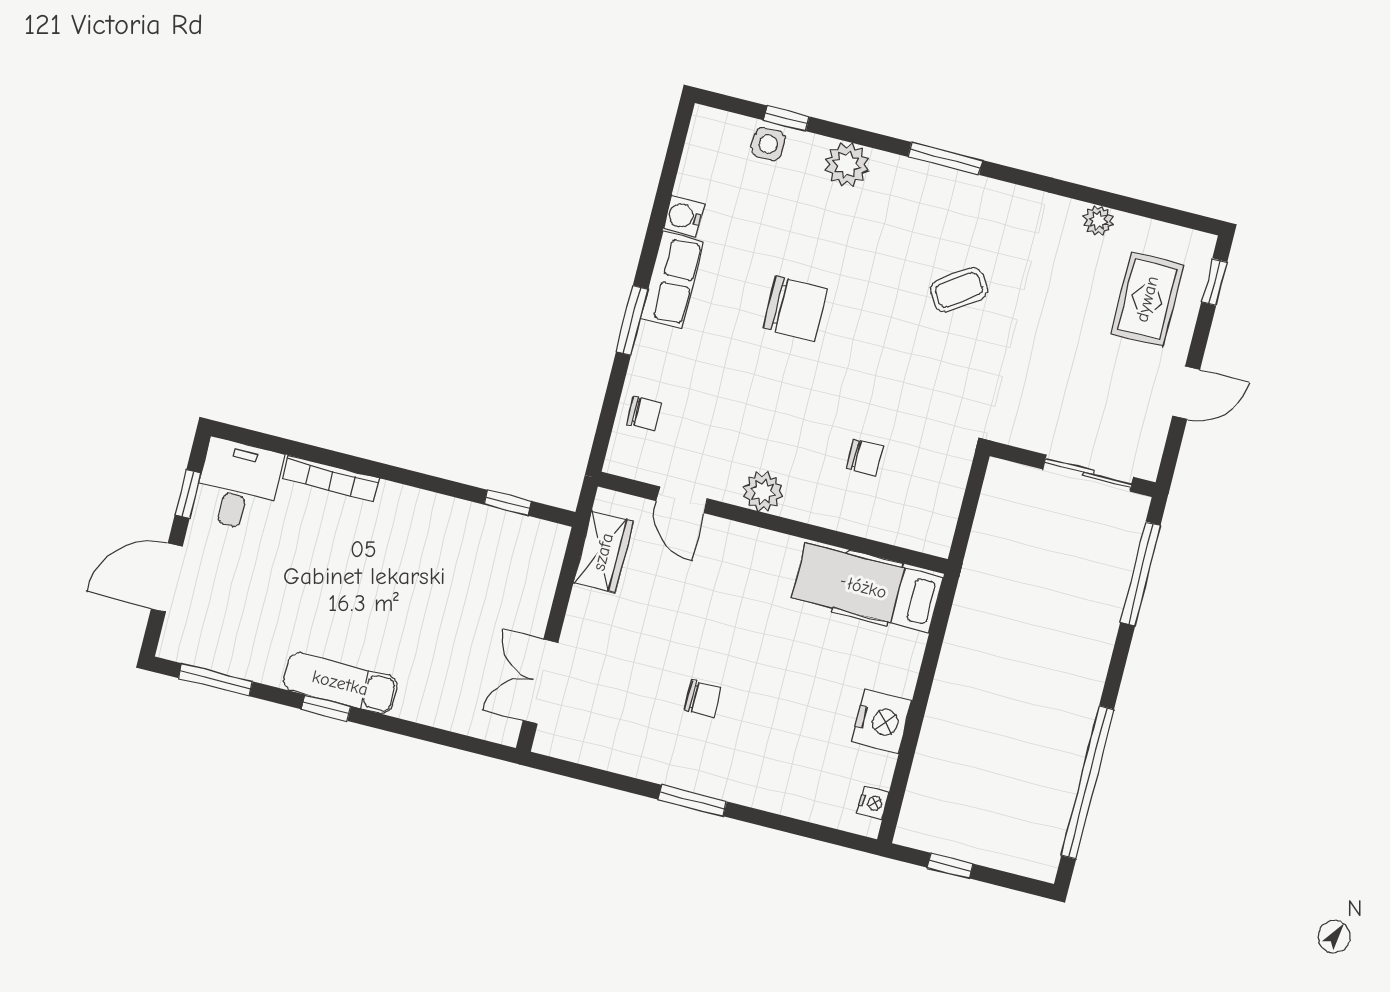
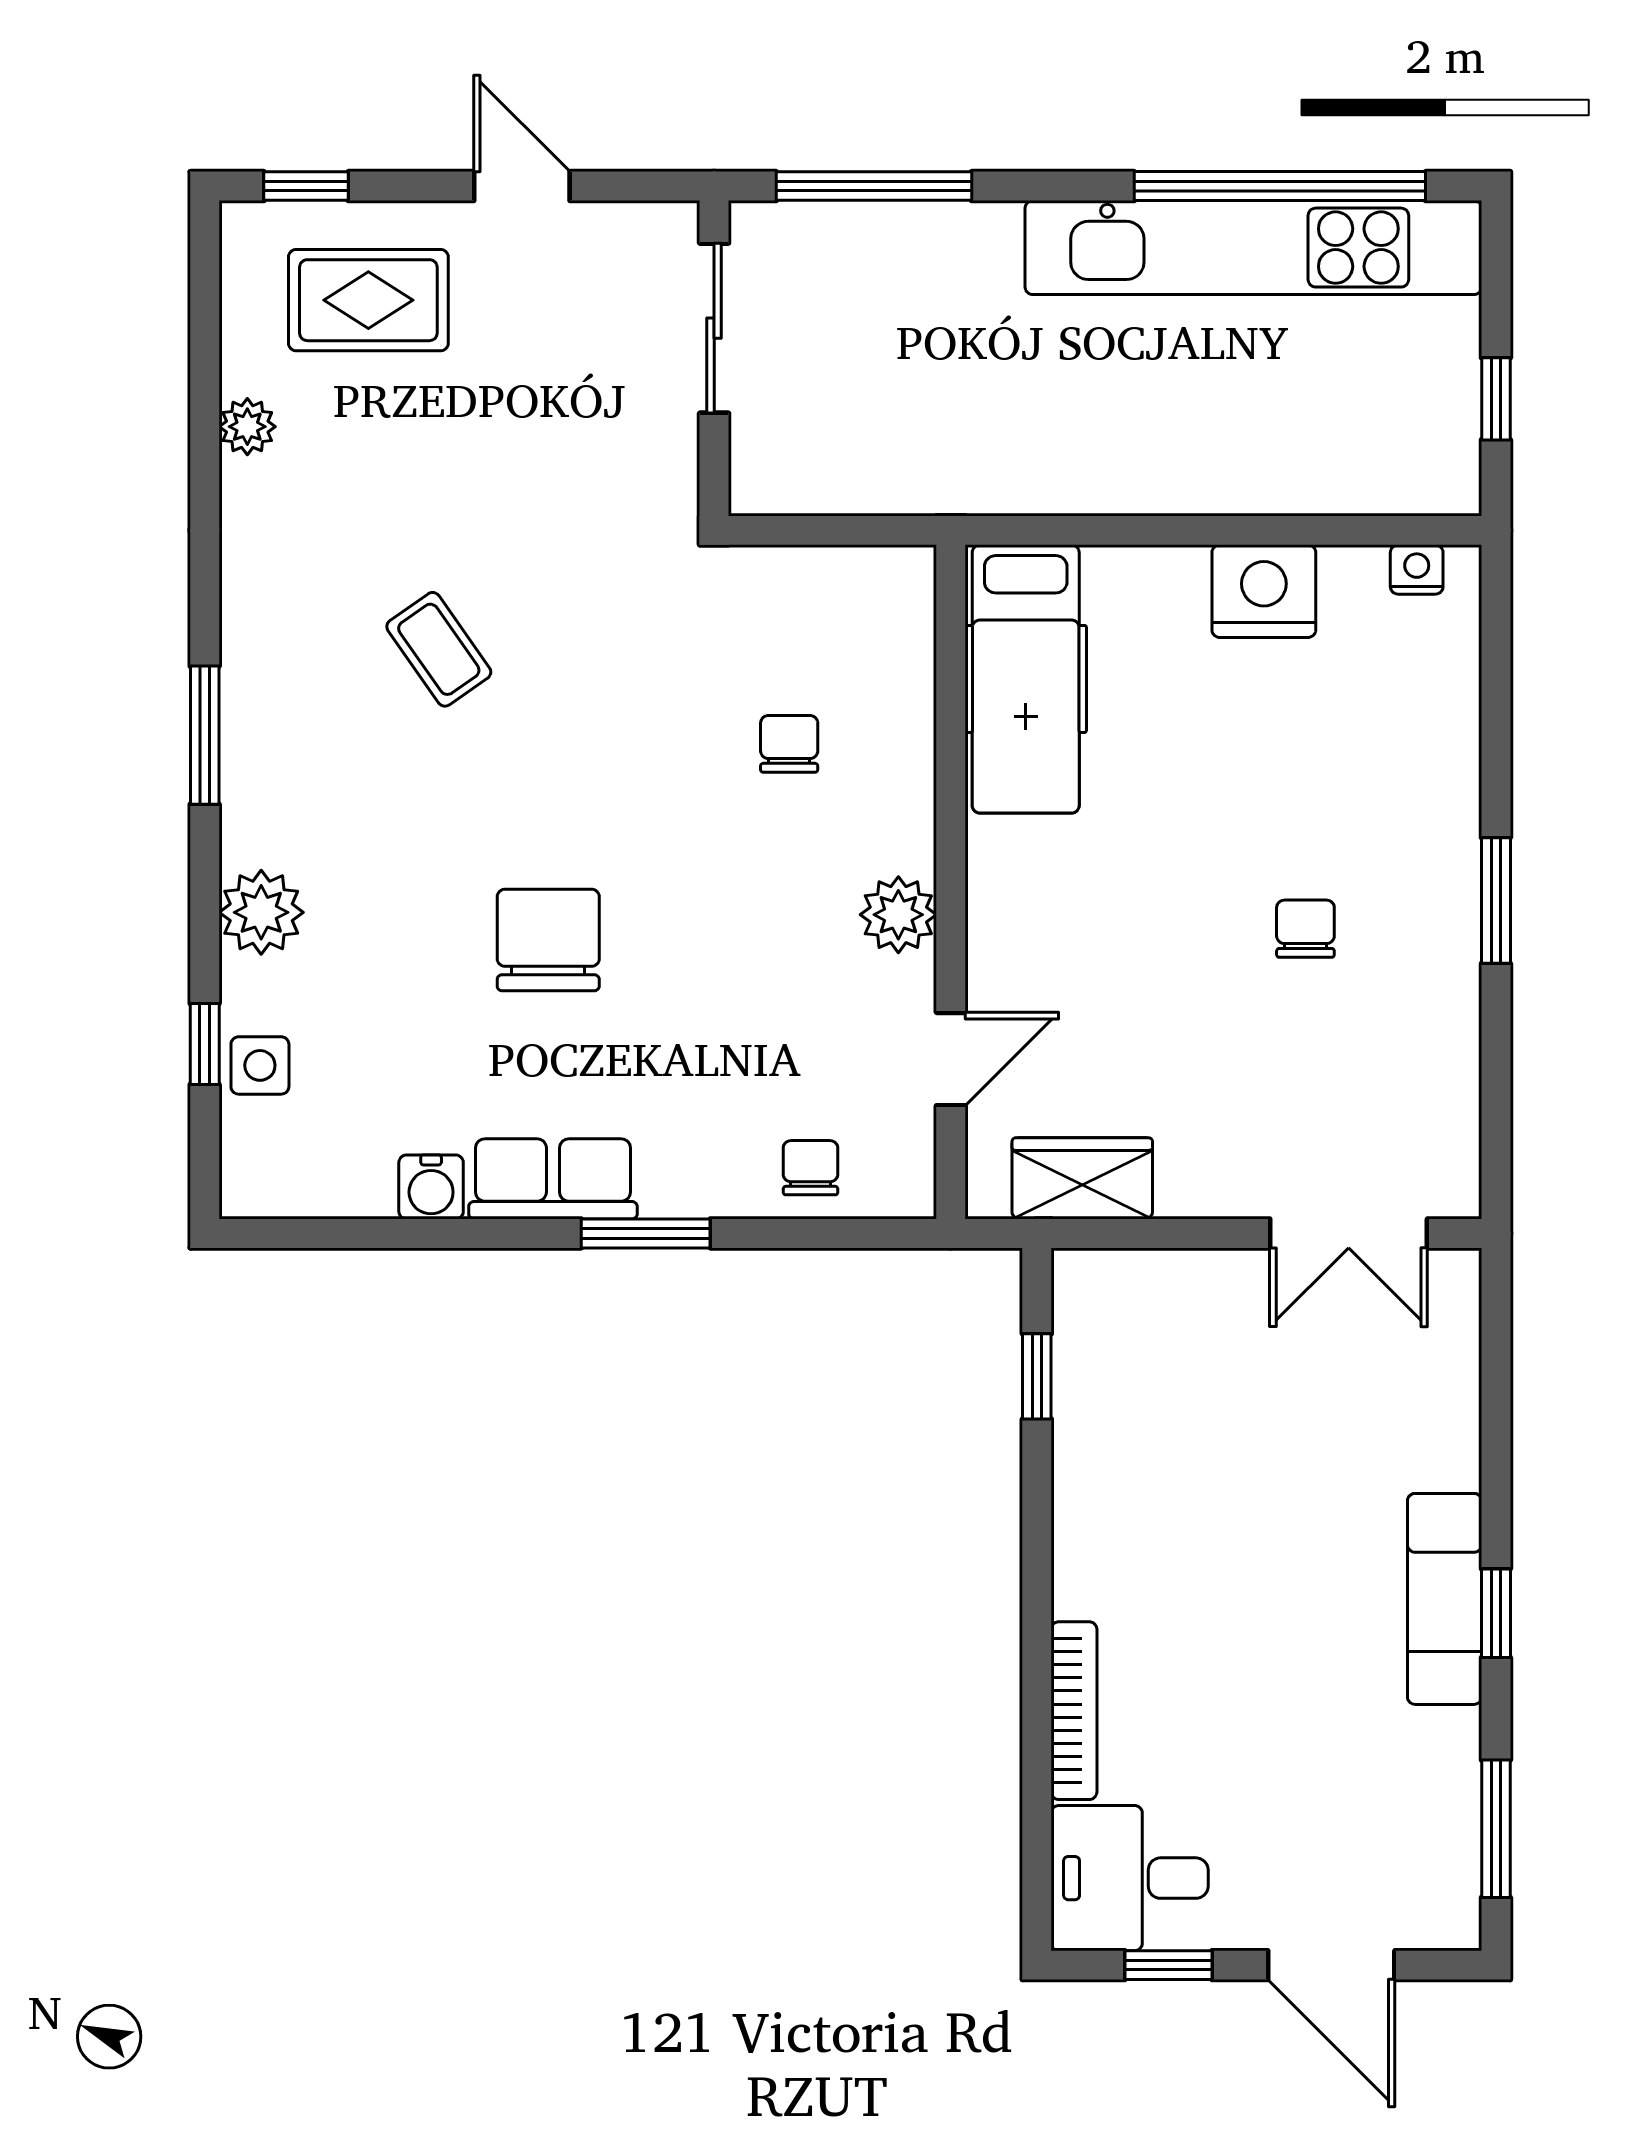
kitchen unit: (1059, 761) -> (1253, 248), added

